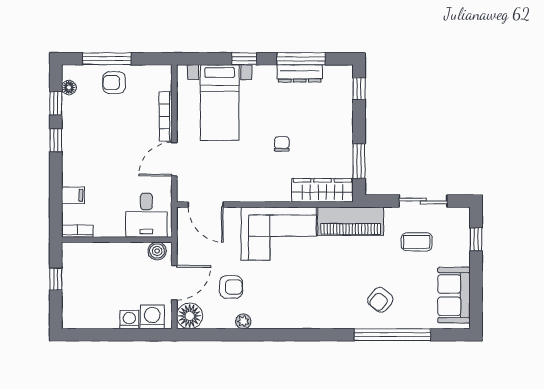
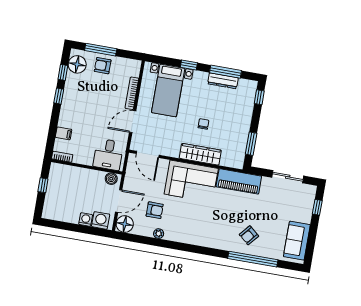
floor lamp: (69, 87) -> (77, 64), width x1.89, depth x1.89
wardrobe: (322, 190) -> (200, 154), moved
coffee table: (417, 242) -> (279, 202), removed

